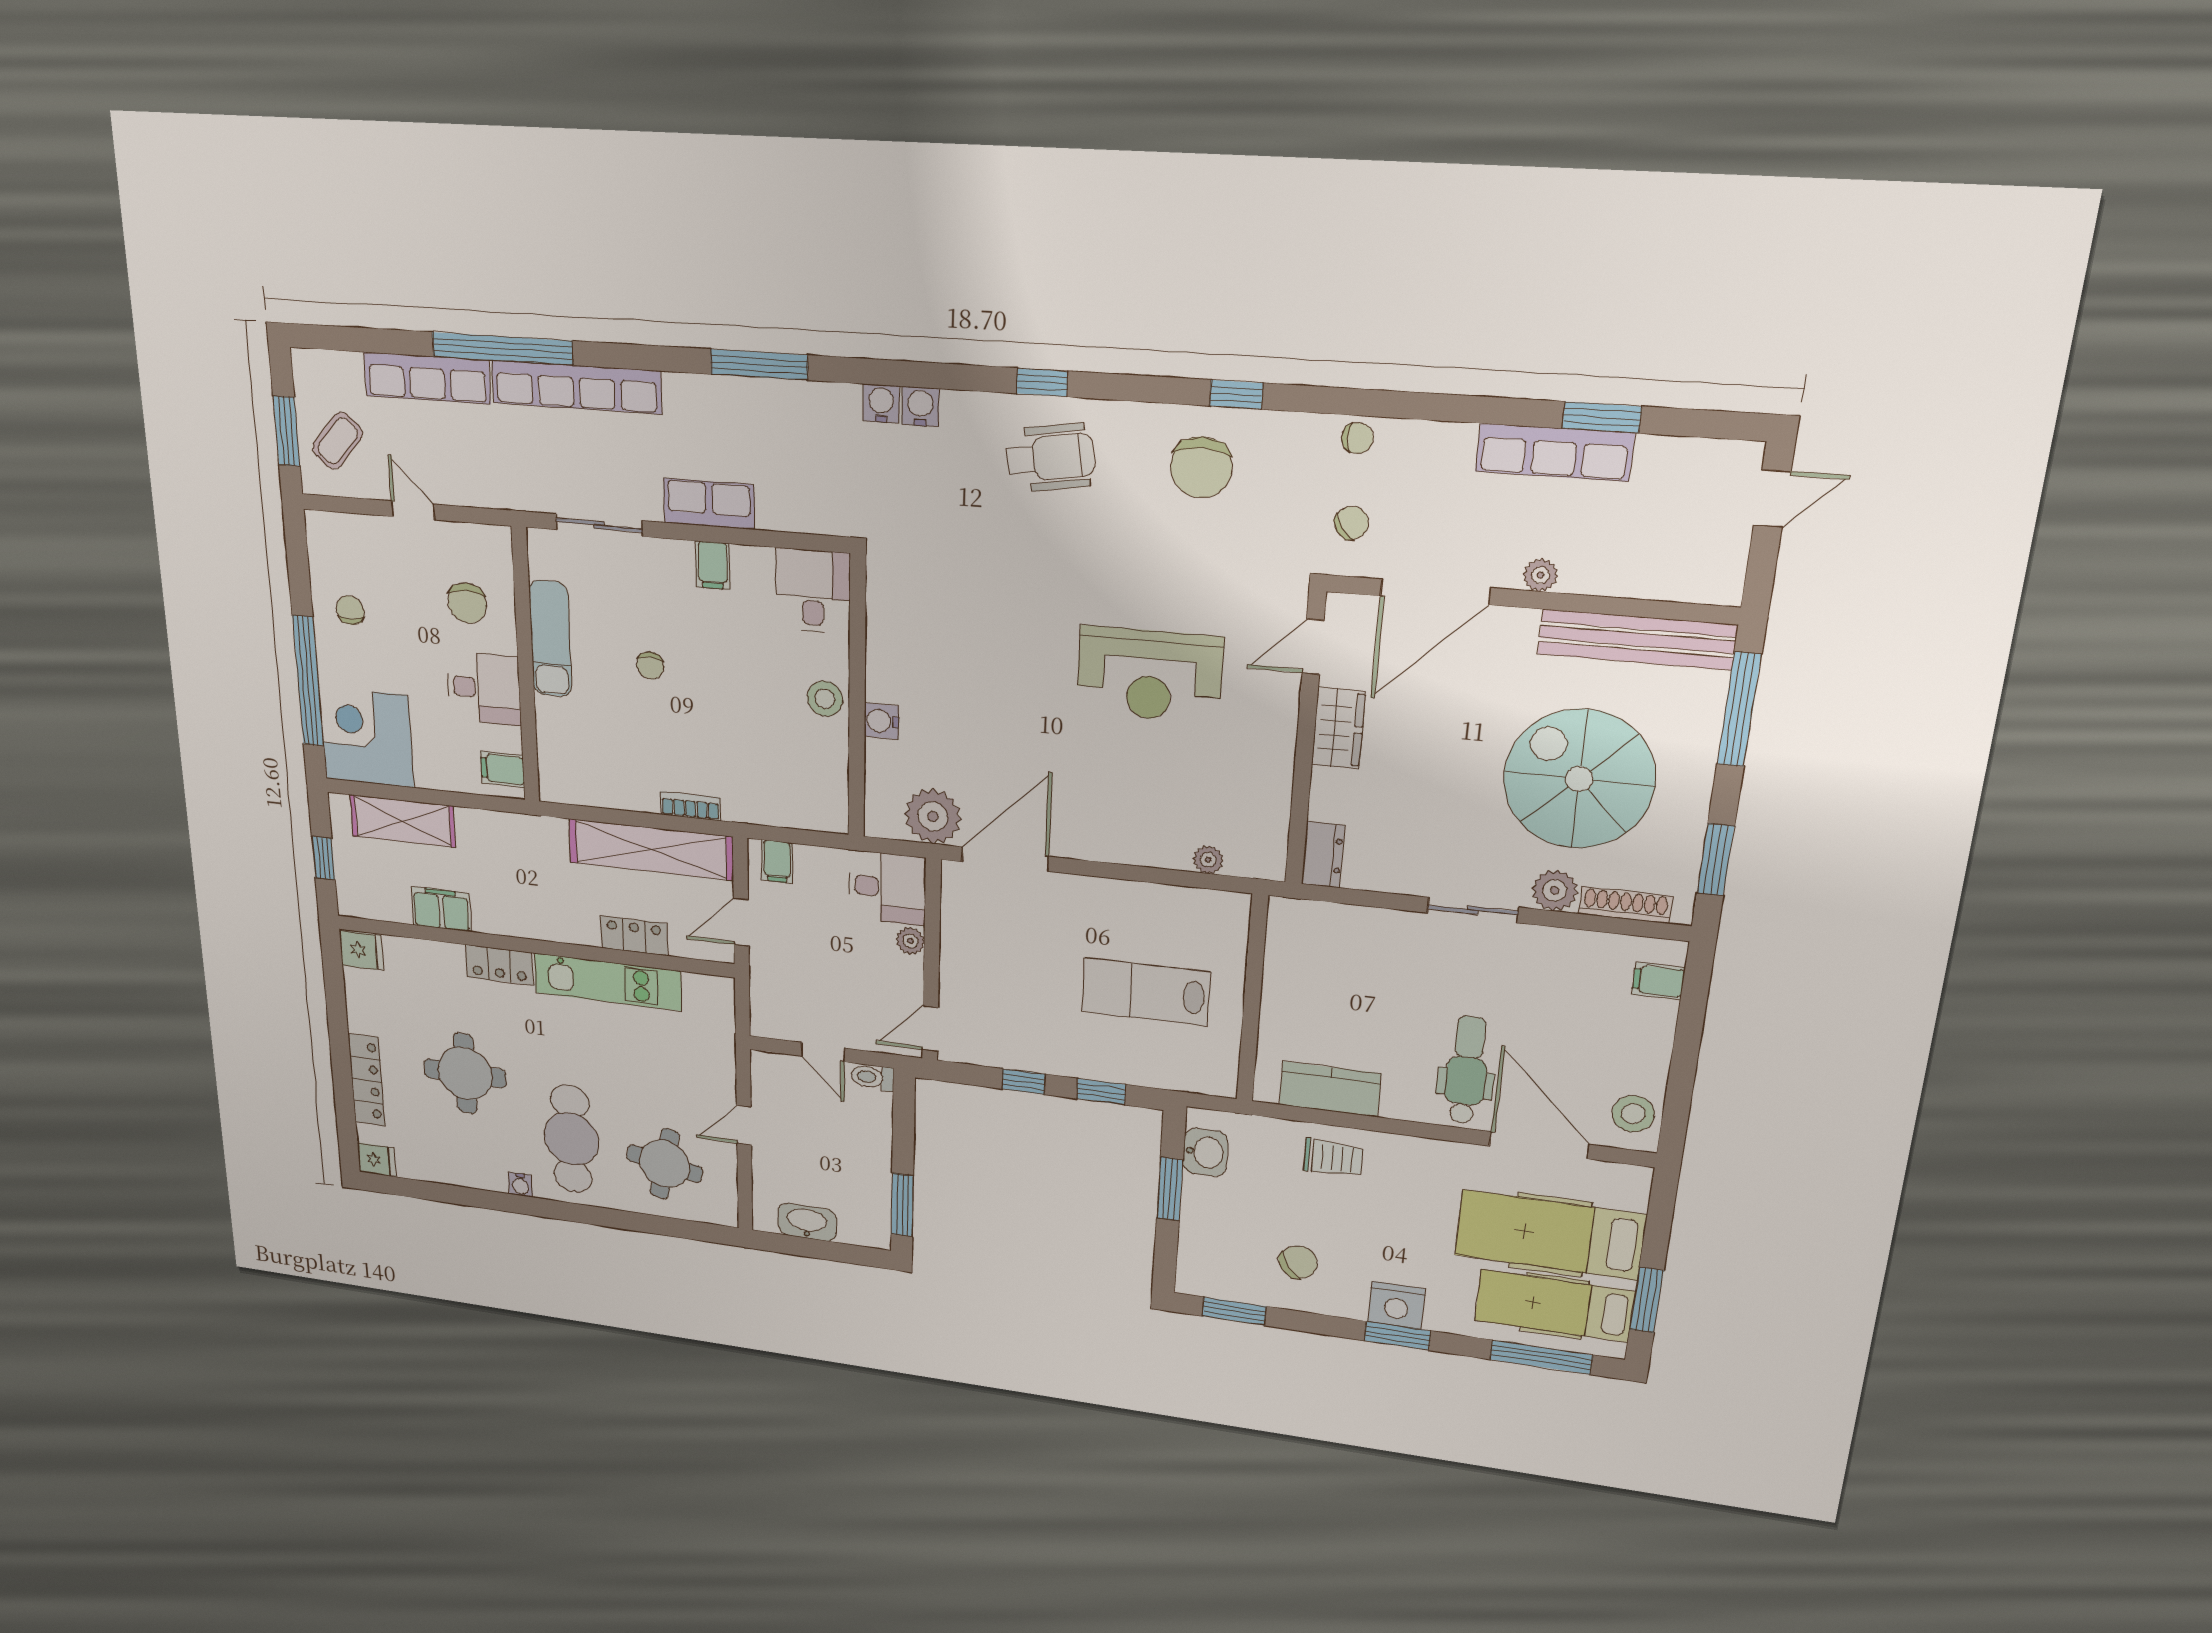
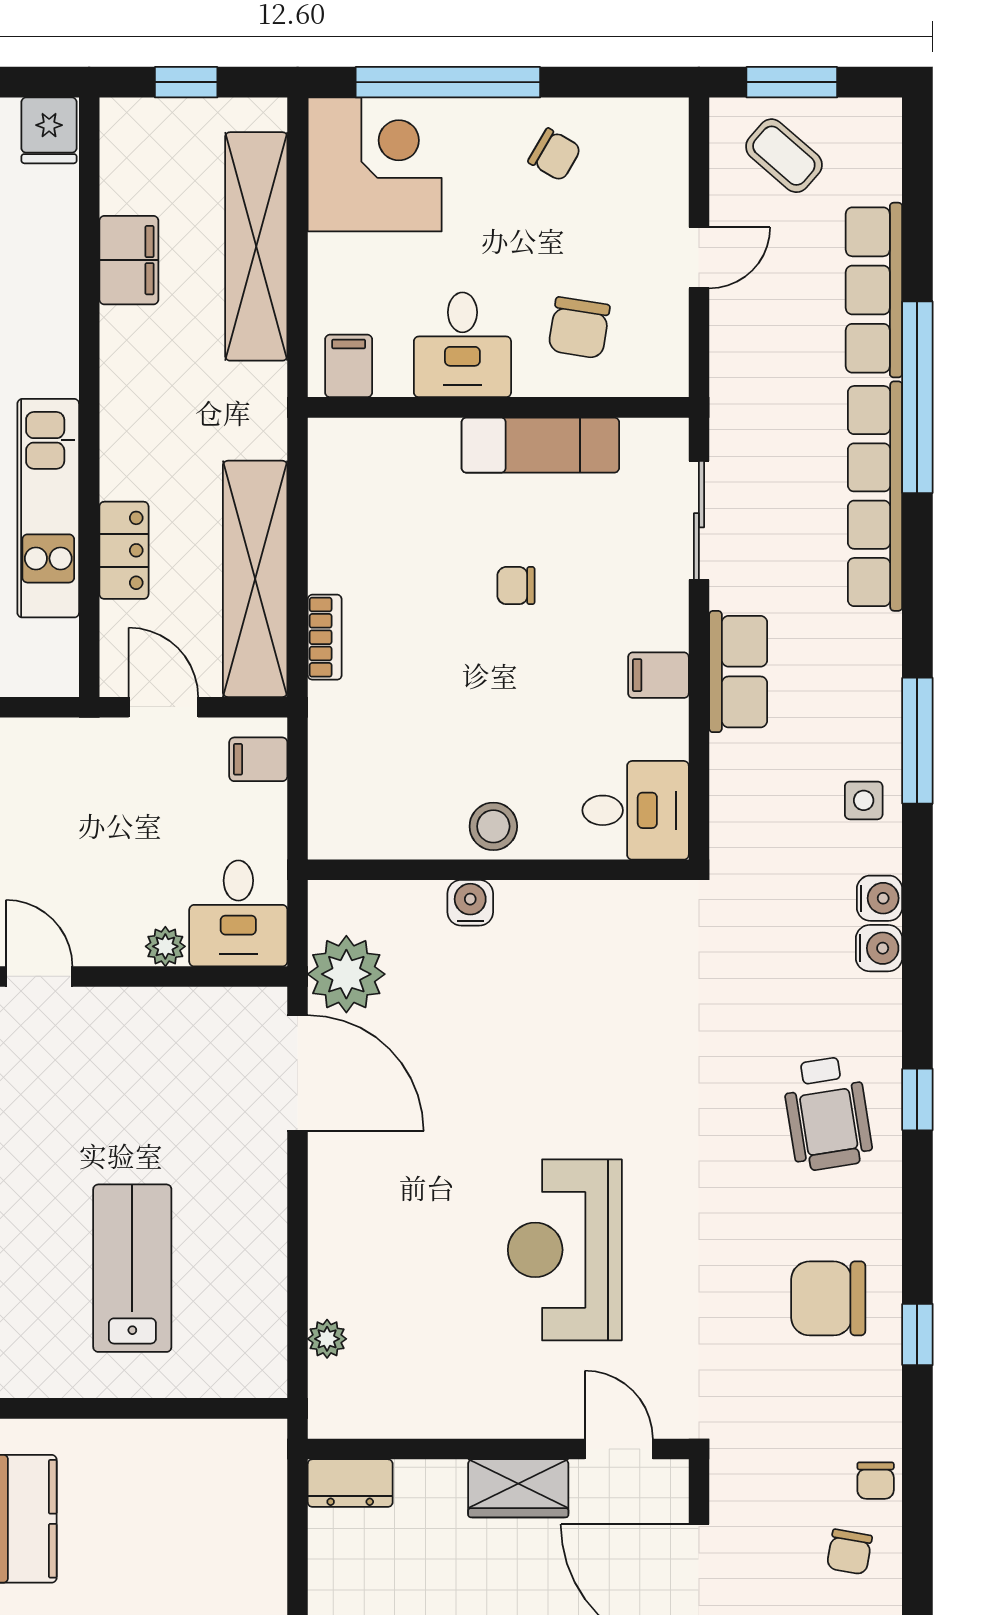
side table: (805, 411) -> (864, 800), added
chair: (1352, 523) -> (849, 1552), moved, turned 46
chair: (467, 603) -> (579, 328), turned -81
chair: (350, 610) -> (555, 155), turned 33
shelving: (403, 821) -> (256, 246), width x1.47
locker: (499, 965) -> (54, 344), removed

